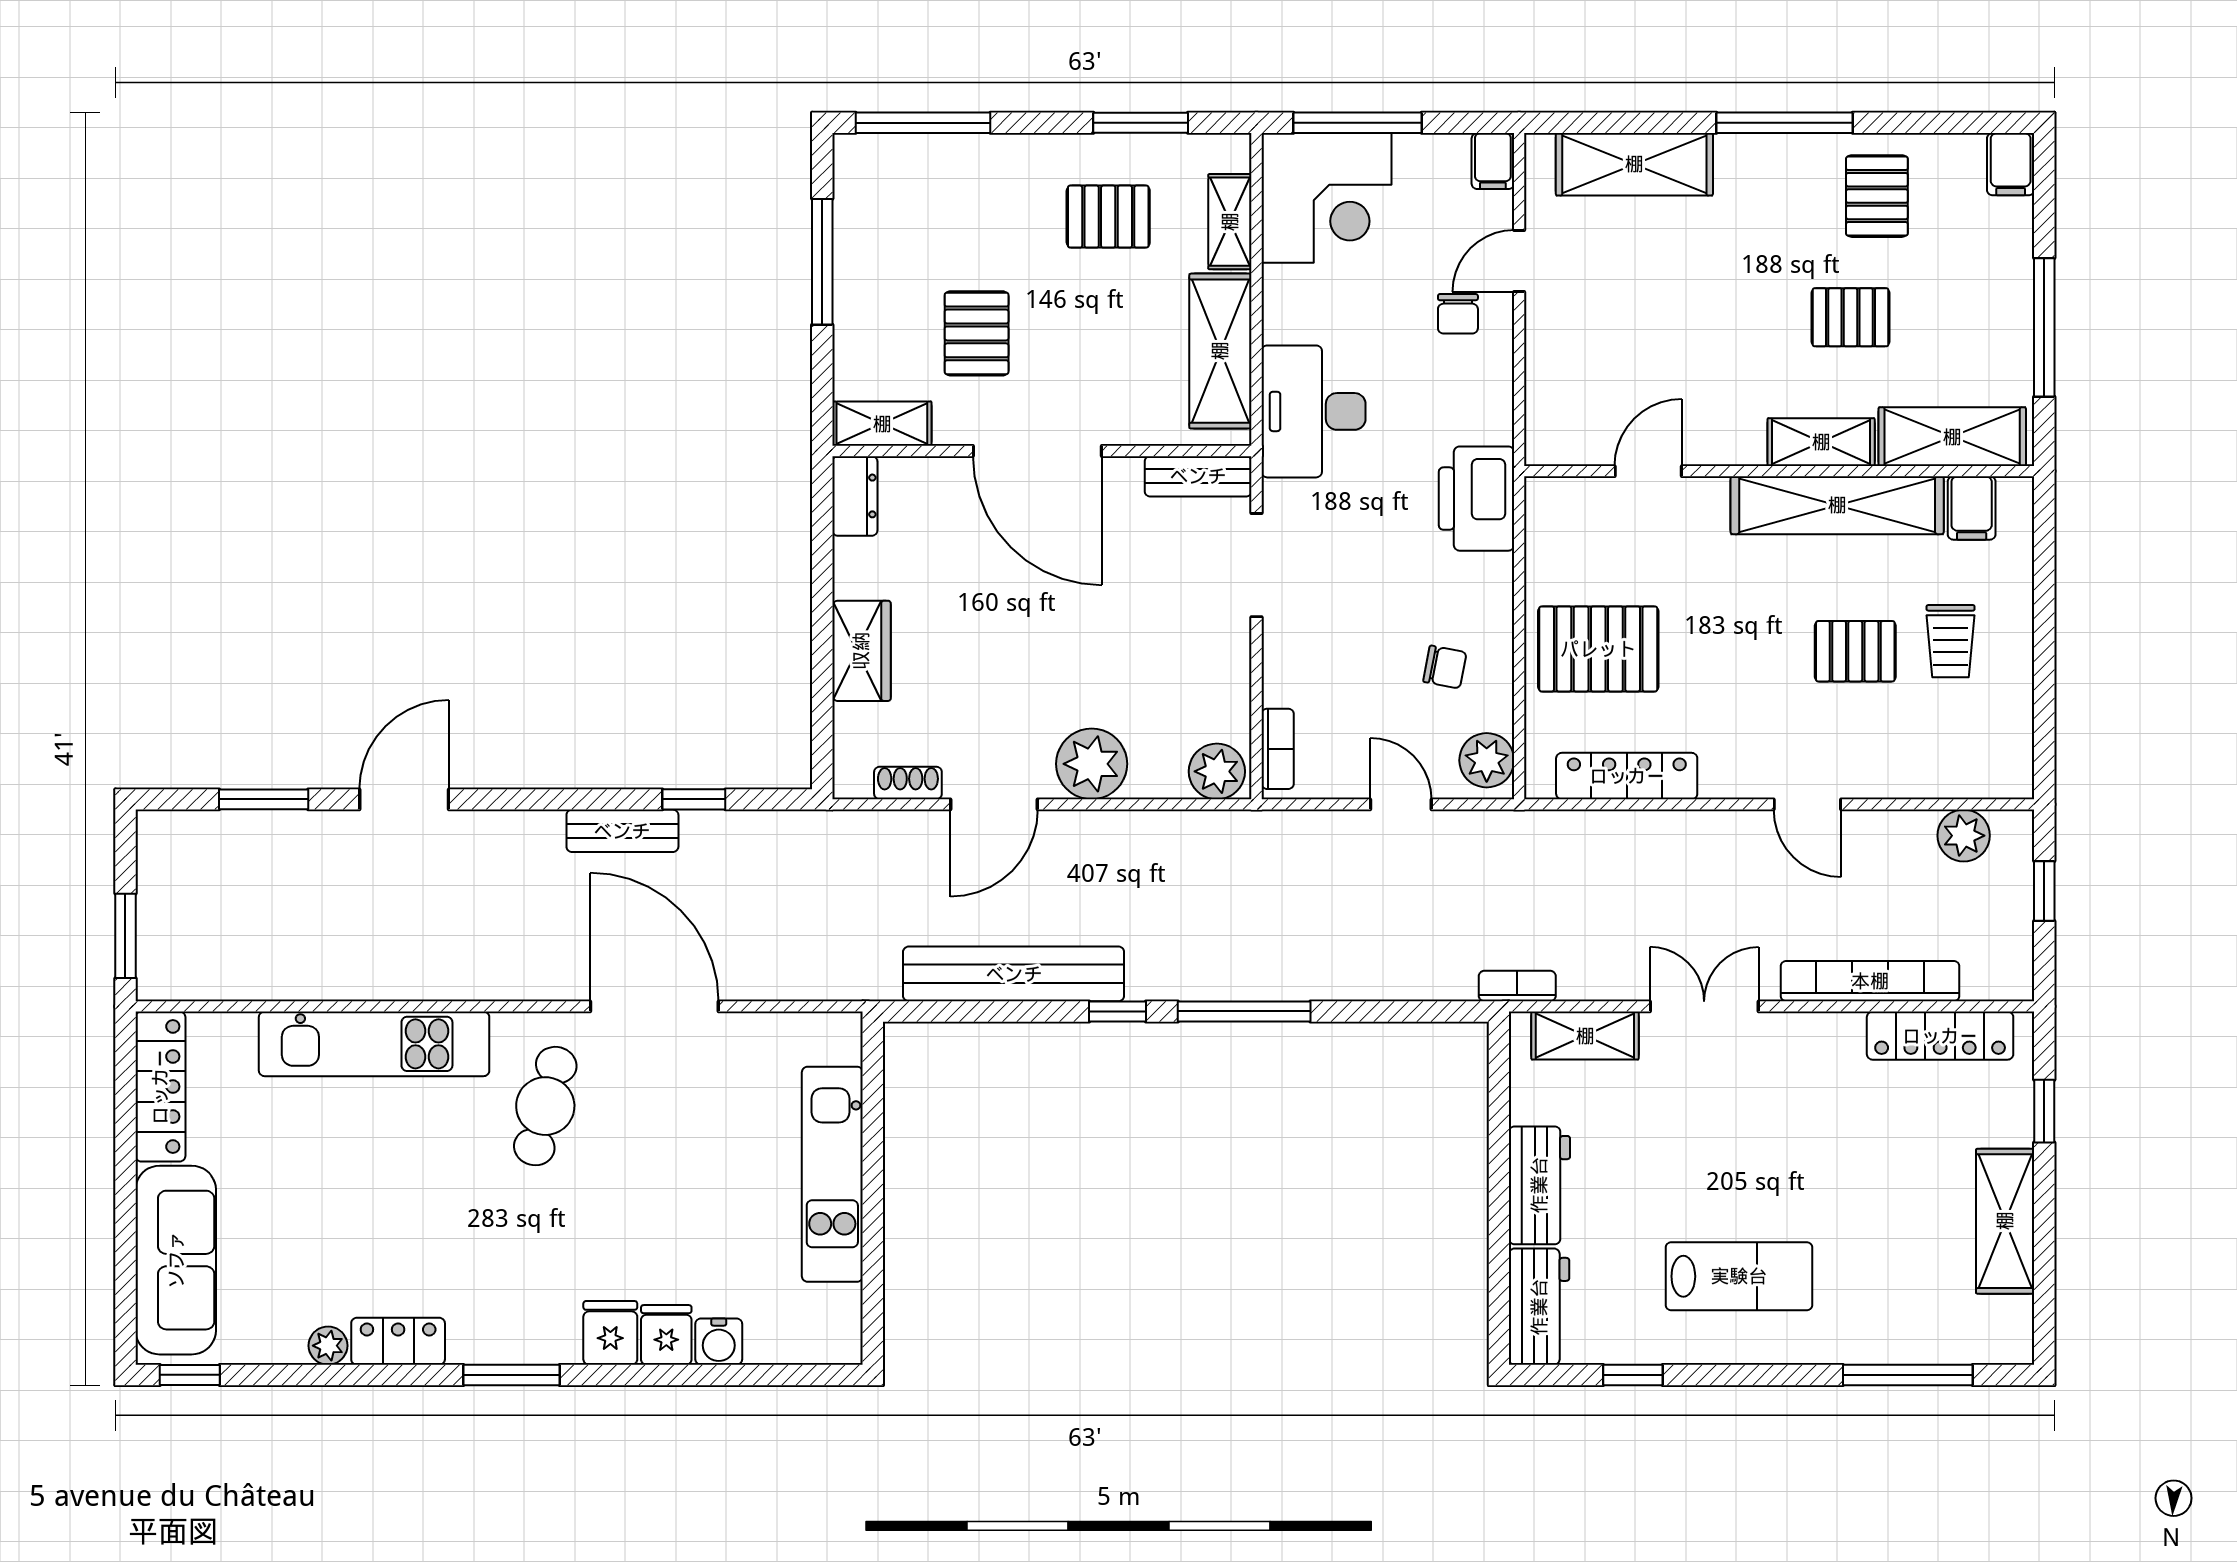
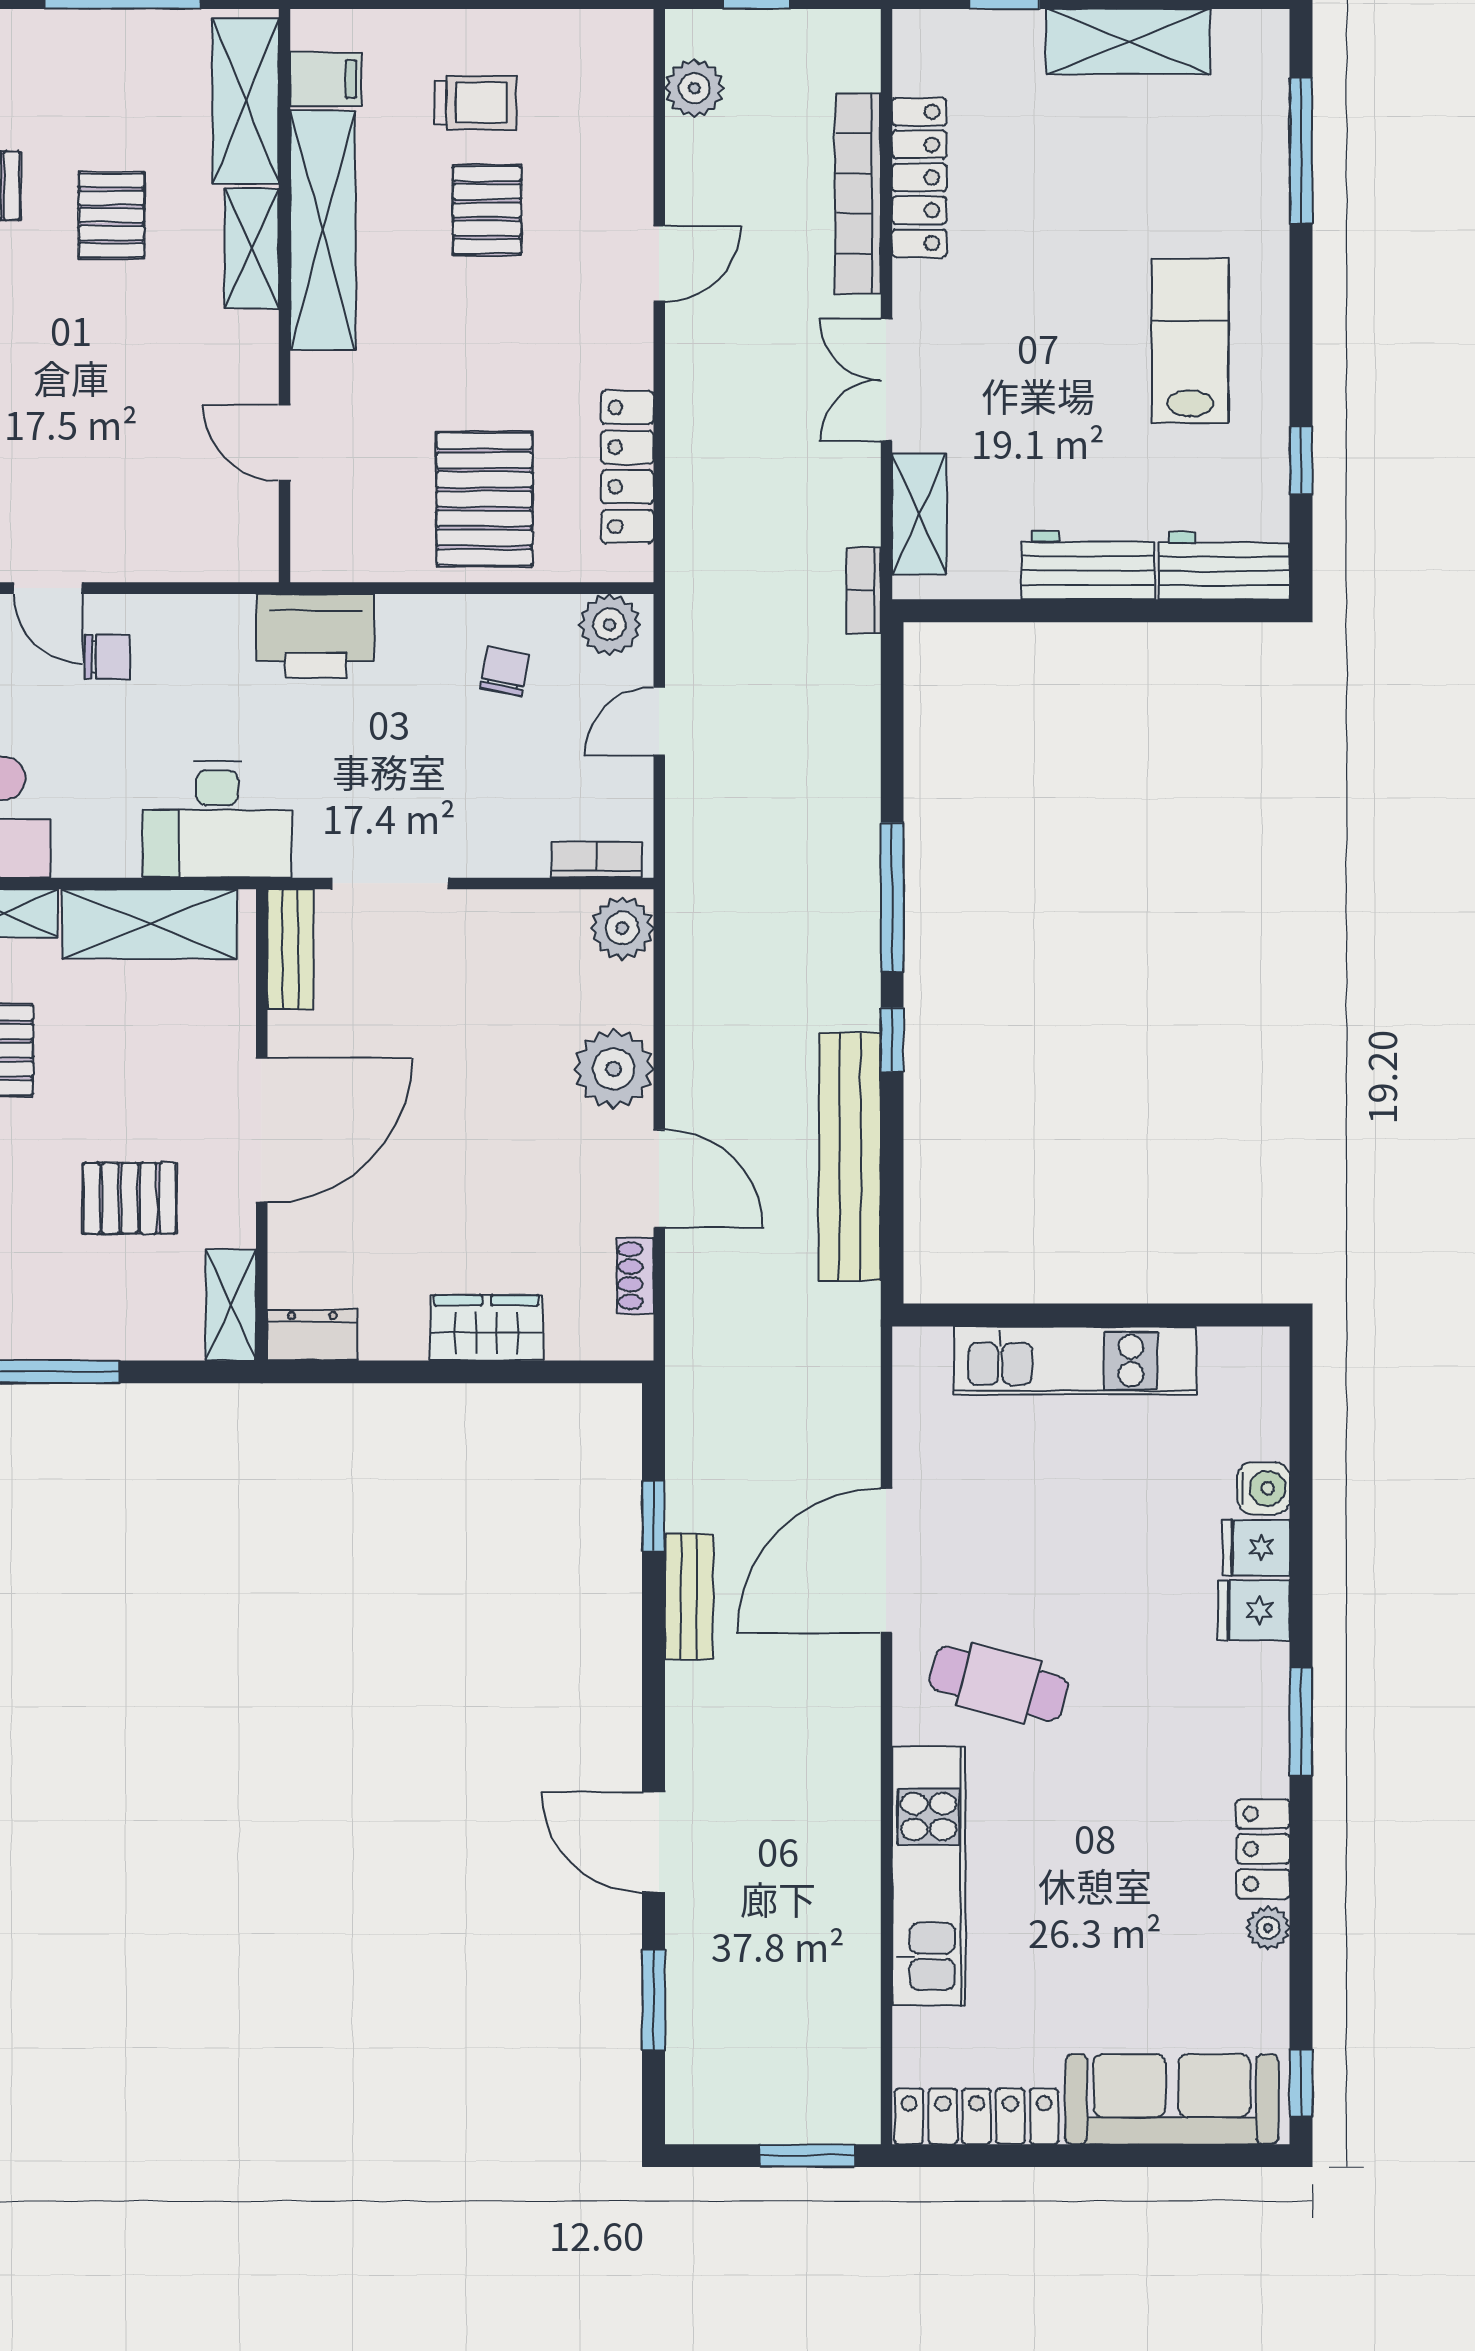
locker: (1940, 1036) -> (919, 177), moved

